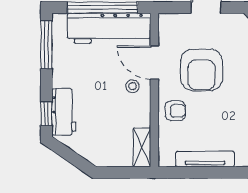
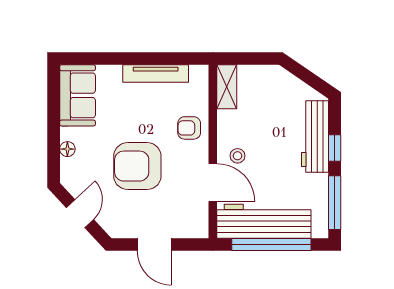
armchair: (202, 70) -> (137, 166), moved, turned -90
workbench: (64, 112) -> (315, 137), width x1.38
window: (46, 114) -> (335, 148), moved

